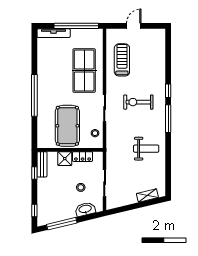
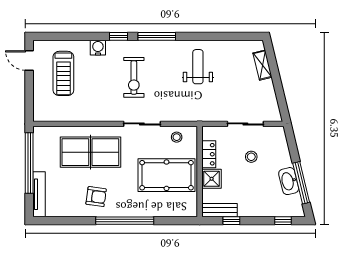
door: (134, 26) -> (29, 61), moved
treadmill: (122, 60) -> (63, 73), moved, turned -90
armchair: (52, 75) -> (96, 197), added
water cooler: (160, 76) -> (98, 48), added
washbasin: (85, 209) -> (289, 181), moved

